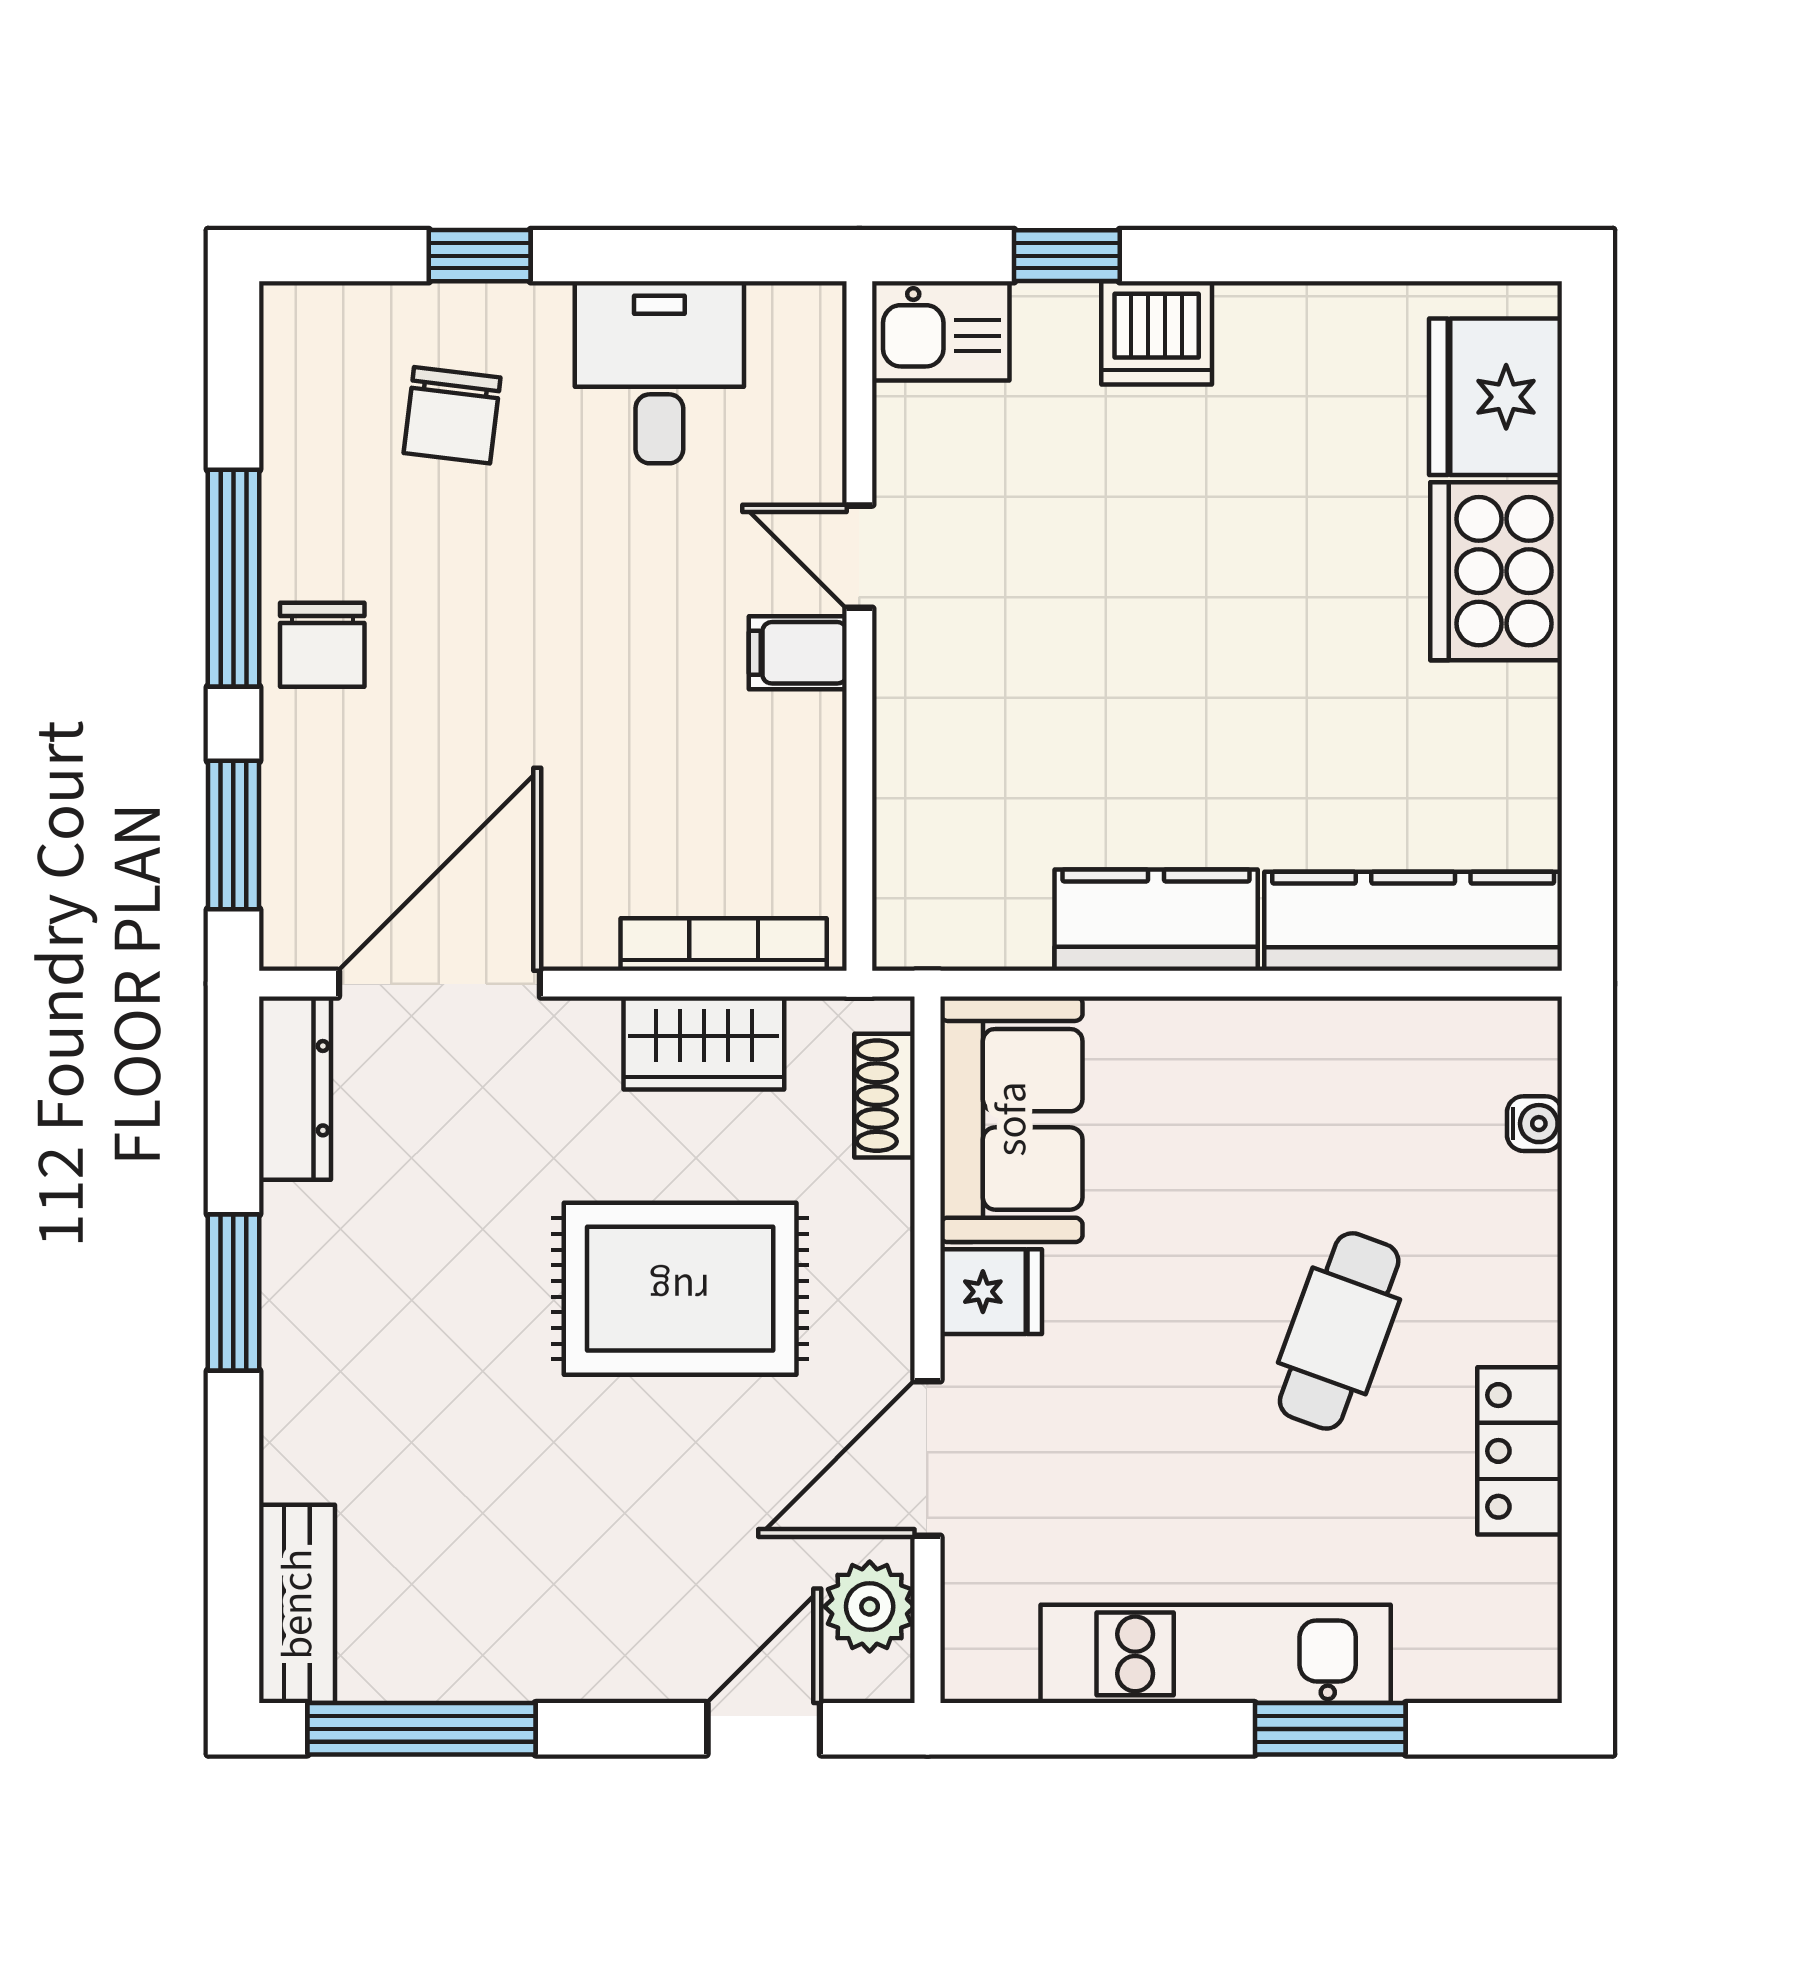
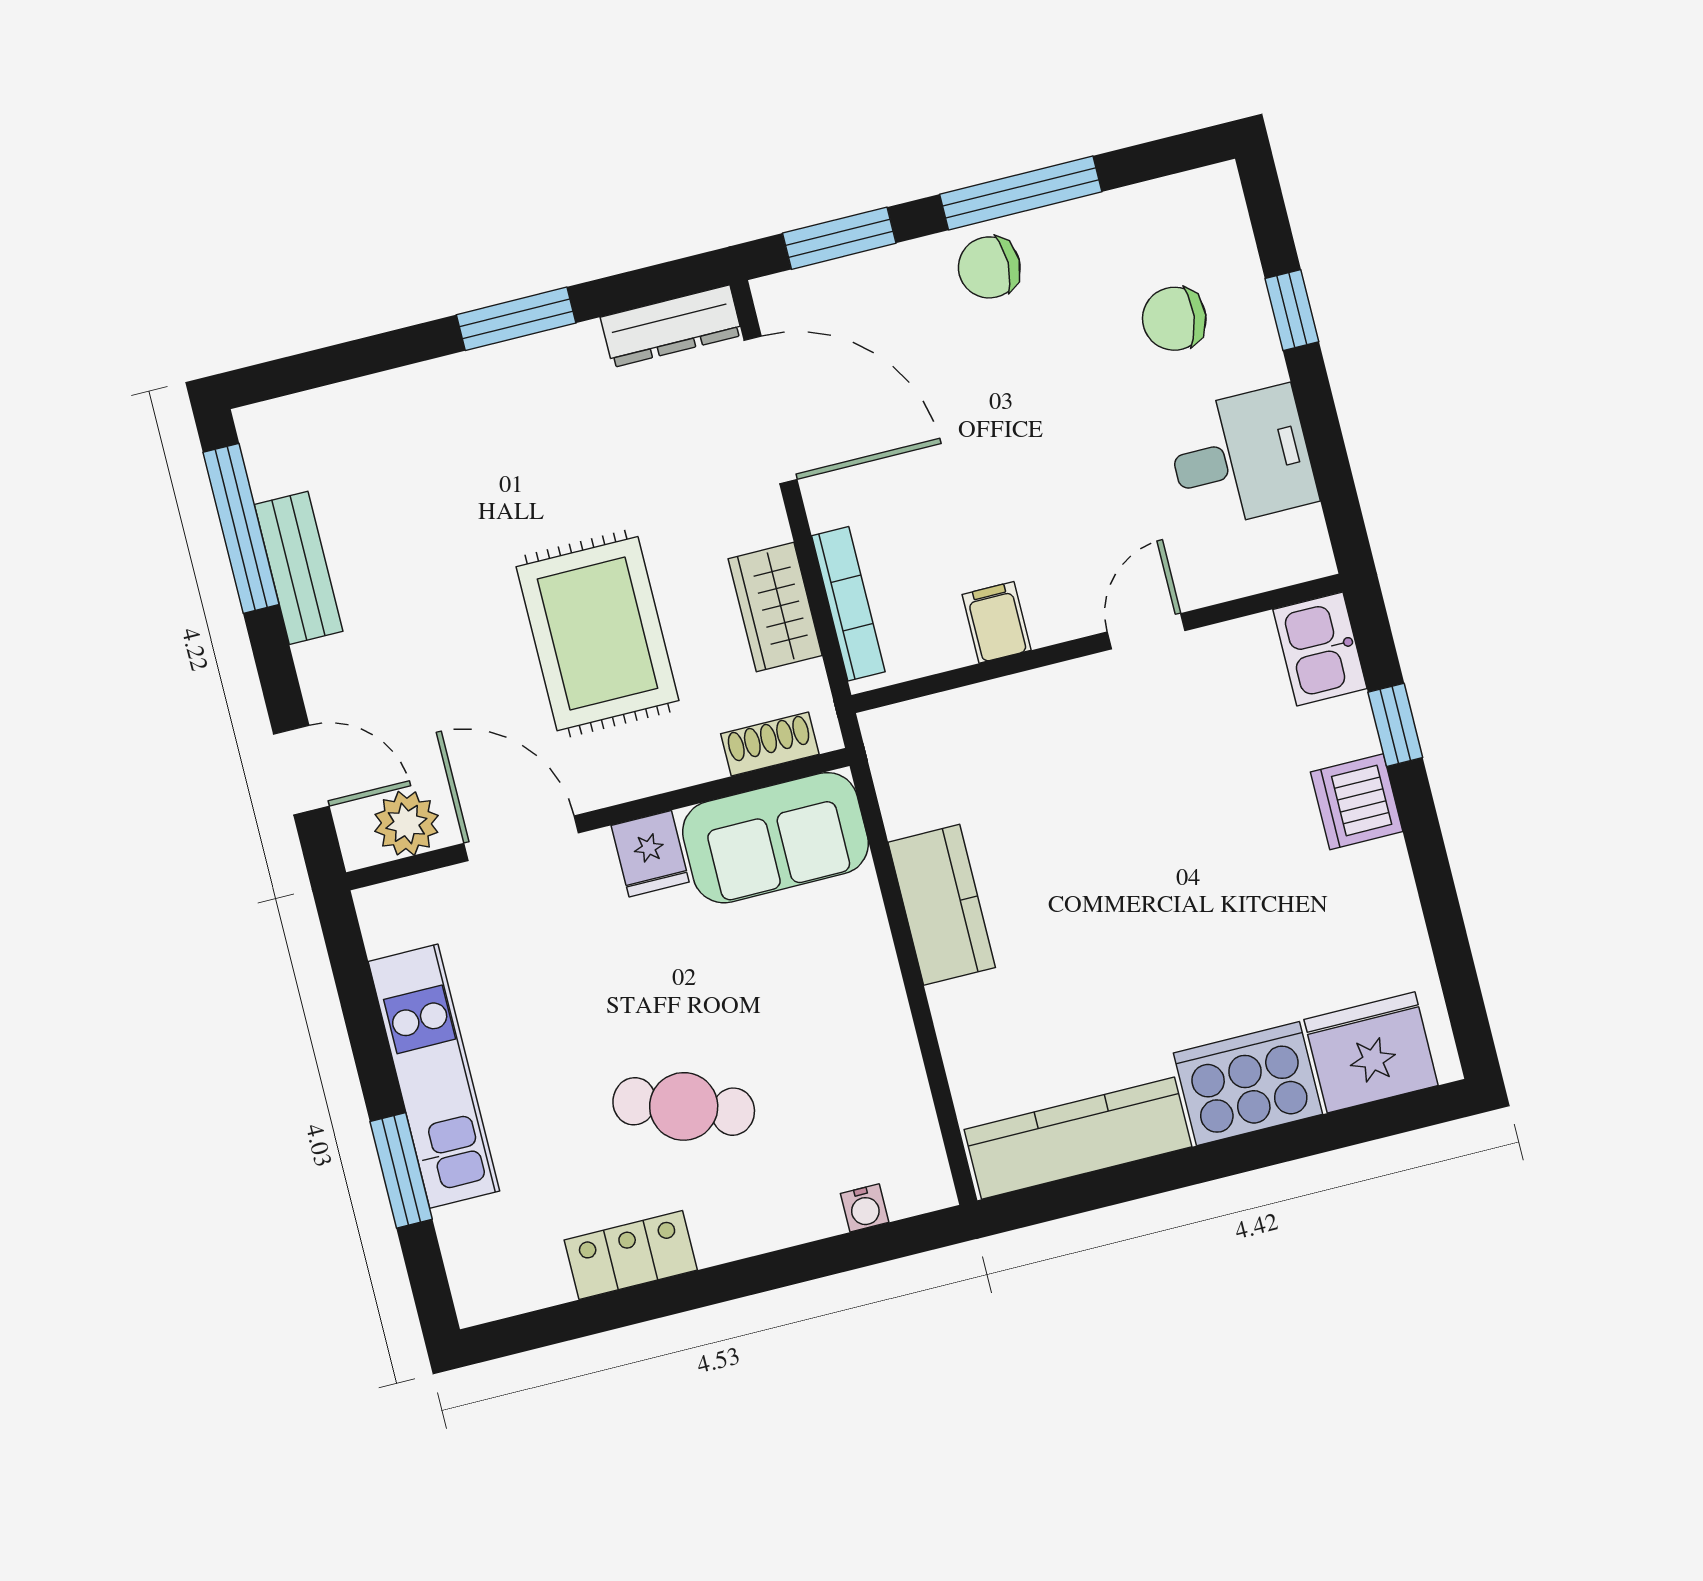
filing cabinet: (798, 653) -> (997, 622), moved
kitchen counter: (1413, 921) -> (1078, 1138), moved, turned -90
bench: (297, 1604) -> (299, 568), moved, turned 90

